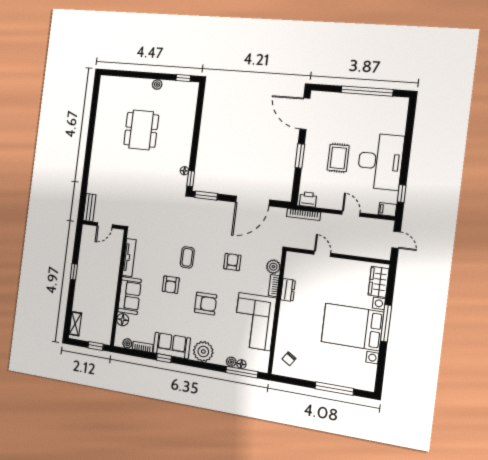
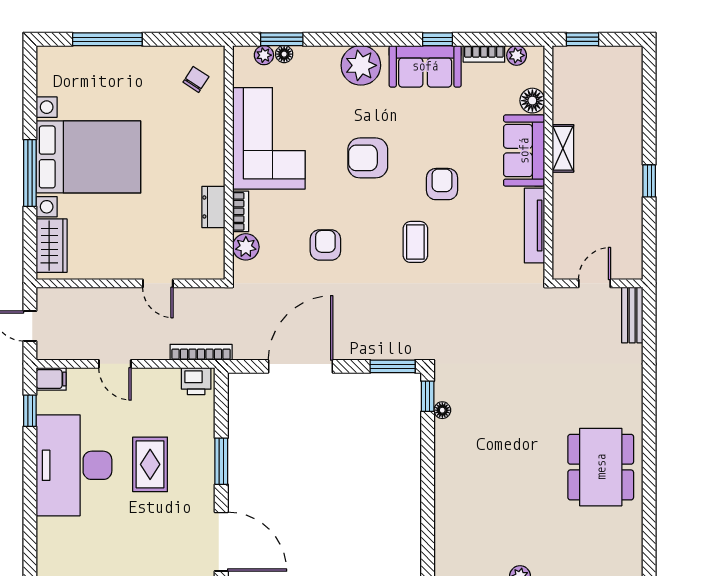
dining table: (141, 130) -> (601, 467), moved
armchair: (232, 262) -> (325, 245), turned 180
shelving: (75, 324) -> (563, 148), moved
plant: (231, 362) -> (264, 55), moved
window: (242, 372) -> (282, 39), width x0.69

